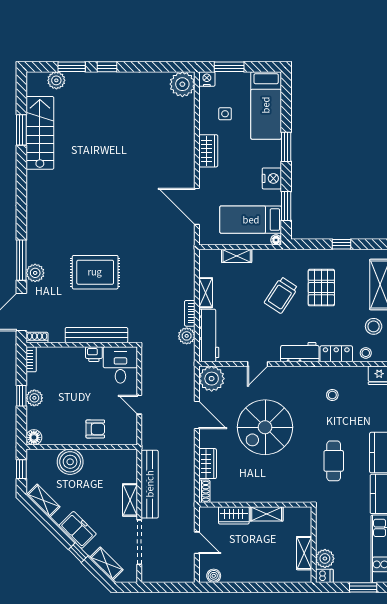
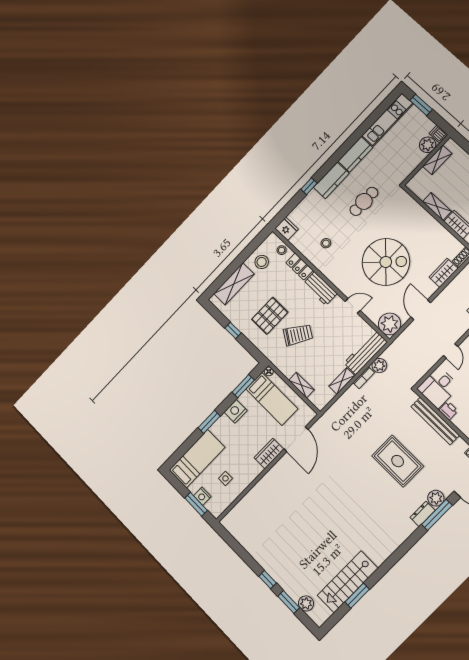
nightstand: (207, 79) -> (202, 496), moved
plant: (182, 84) -> (233, 522), removed
wardrobe: (208, 151) -> (269, 454), moved
dresser: (34, 249) -> (423, 514), added

